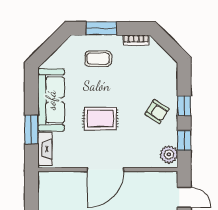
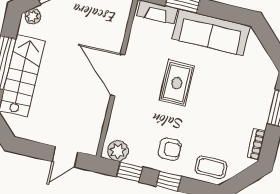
coffee table: (98, 59) -> (211, 167), moved, turned 90
armchair: (157, 111) -> (170, 149), turned -123

